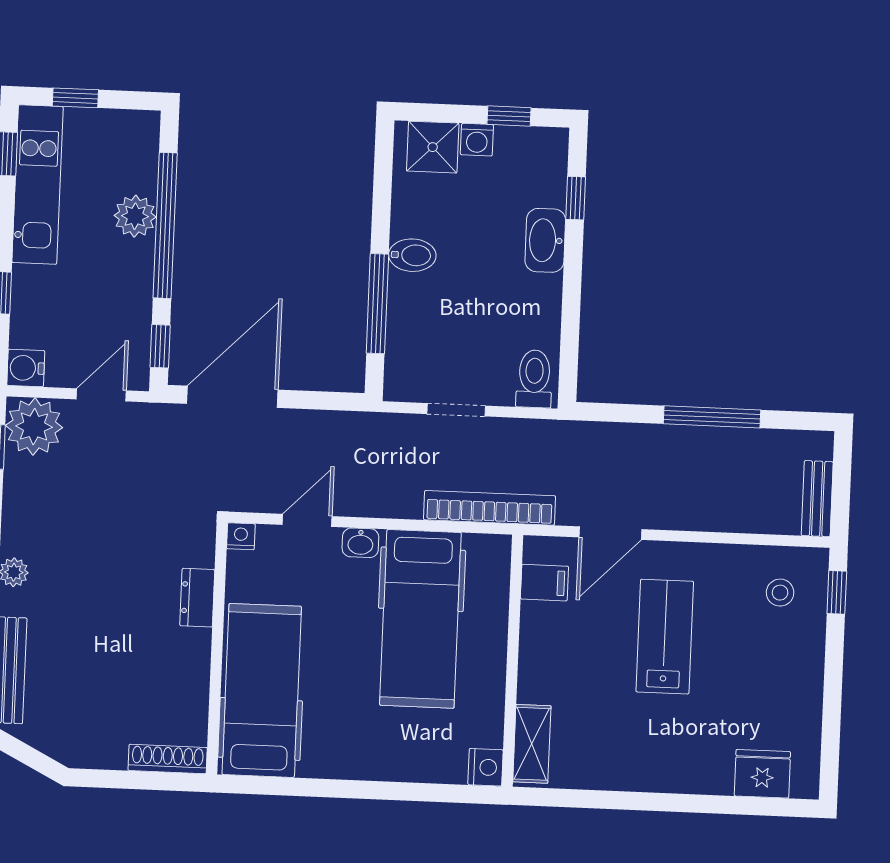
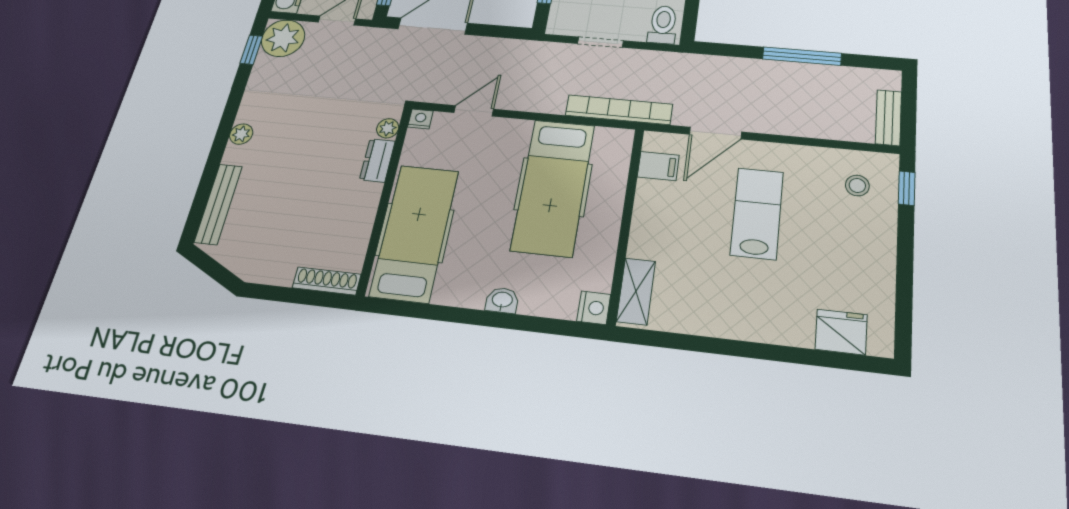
washbasin: (360, 543) -> (502, 300), moved, turned 180
plant: (201, 552) -> (388, 128), added

